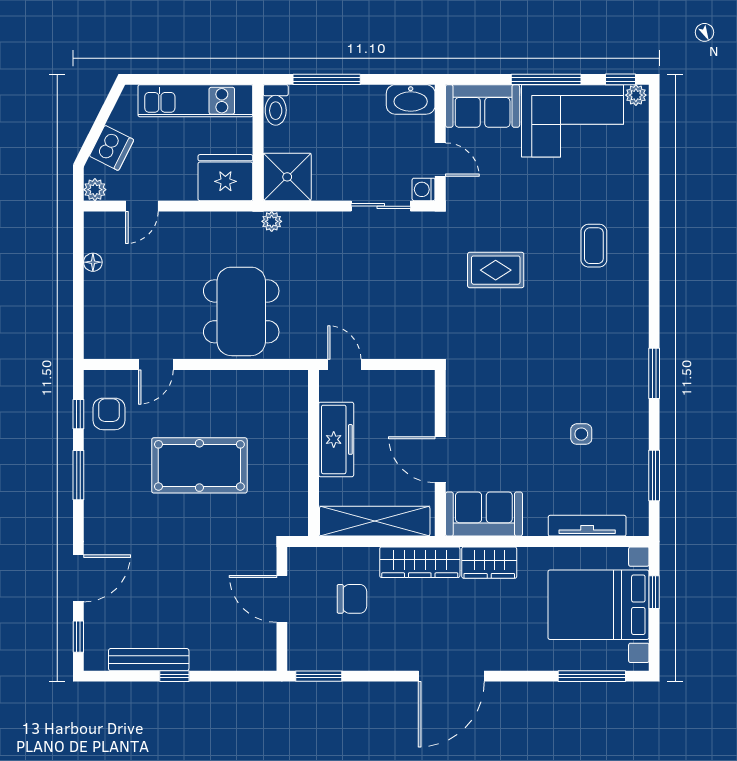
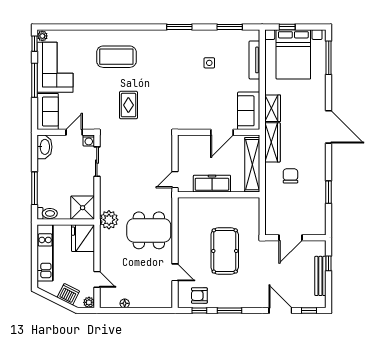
plant: (272, 221) -> (109, 220), width x1.87, depth x1.87
coffee table: (594, 246) -> (116, 57), width x1.86, depth x1.72
door: (282, 599) -> (290, 238), moved
wall: (282, 609) -> (295, 238), moved

